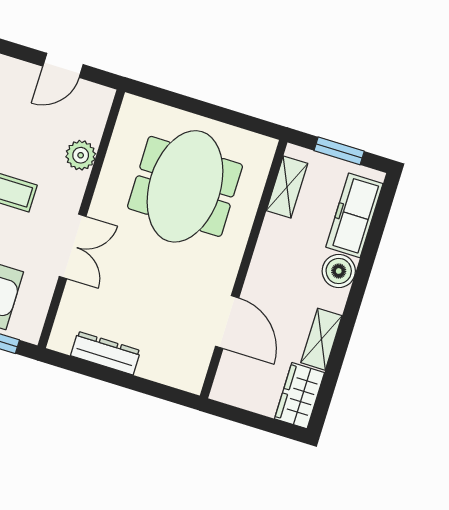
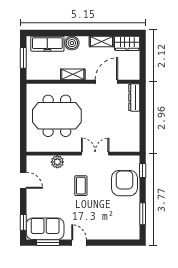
shelving: (287, 187) -> (73, 74), moved
dresser: (106, 353) -> (134, 97), moved

